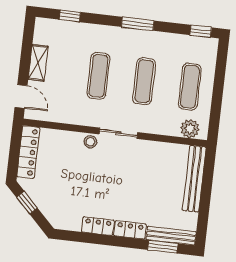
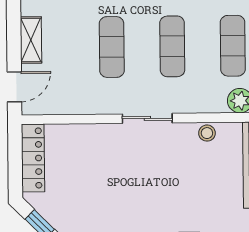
door: (21, 96) -> (14, 87), hinge flipped
stool: (90, 142) -> (207, 133), moved

